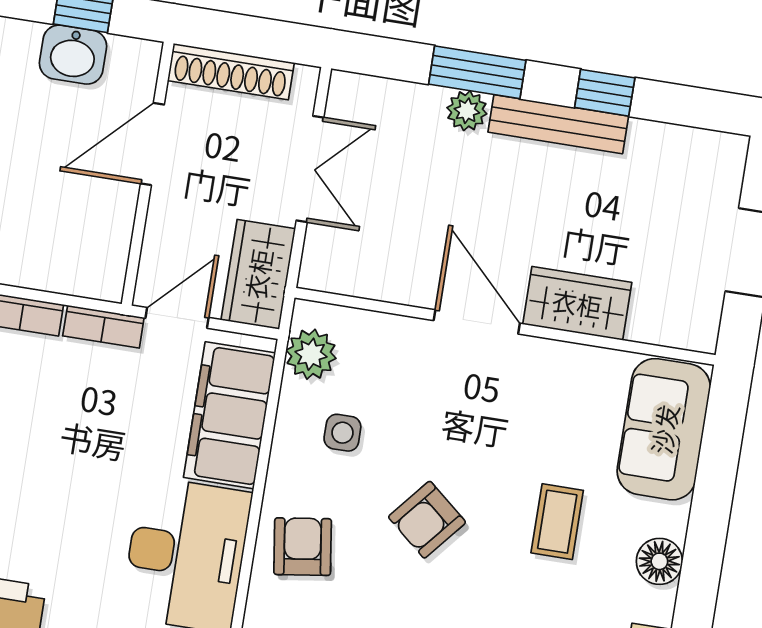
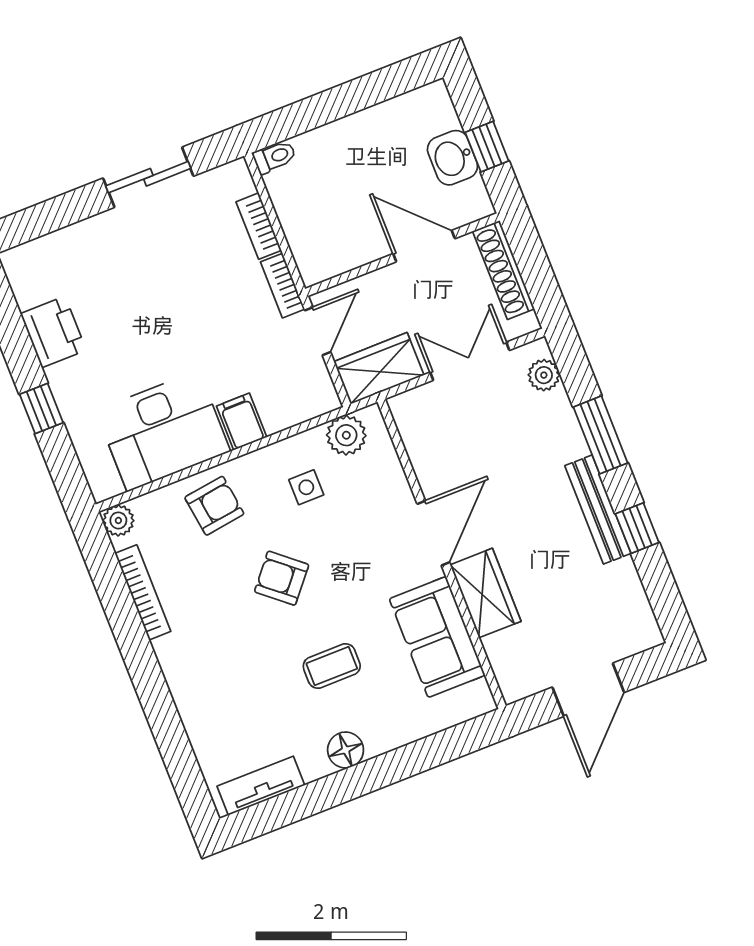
plant: (467, 111) -> (544, 375), moved
double door: (310, 169) -> (470, 361), swing flipped
door: (177, 318) -> (318, 331), hinge flipped
filing cabinet: (230, 415) -> (242, 422), width x0.33, depth x0.86
sofa: (664, 429) -> (437, 637), moved, turned -90

